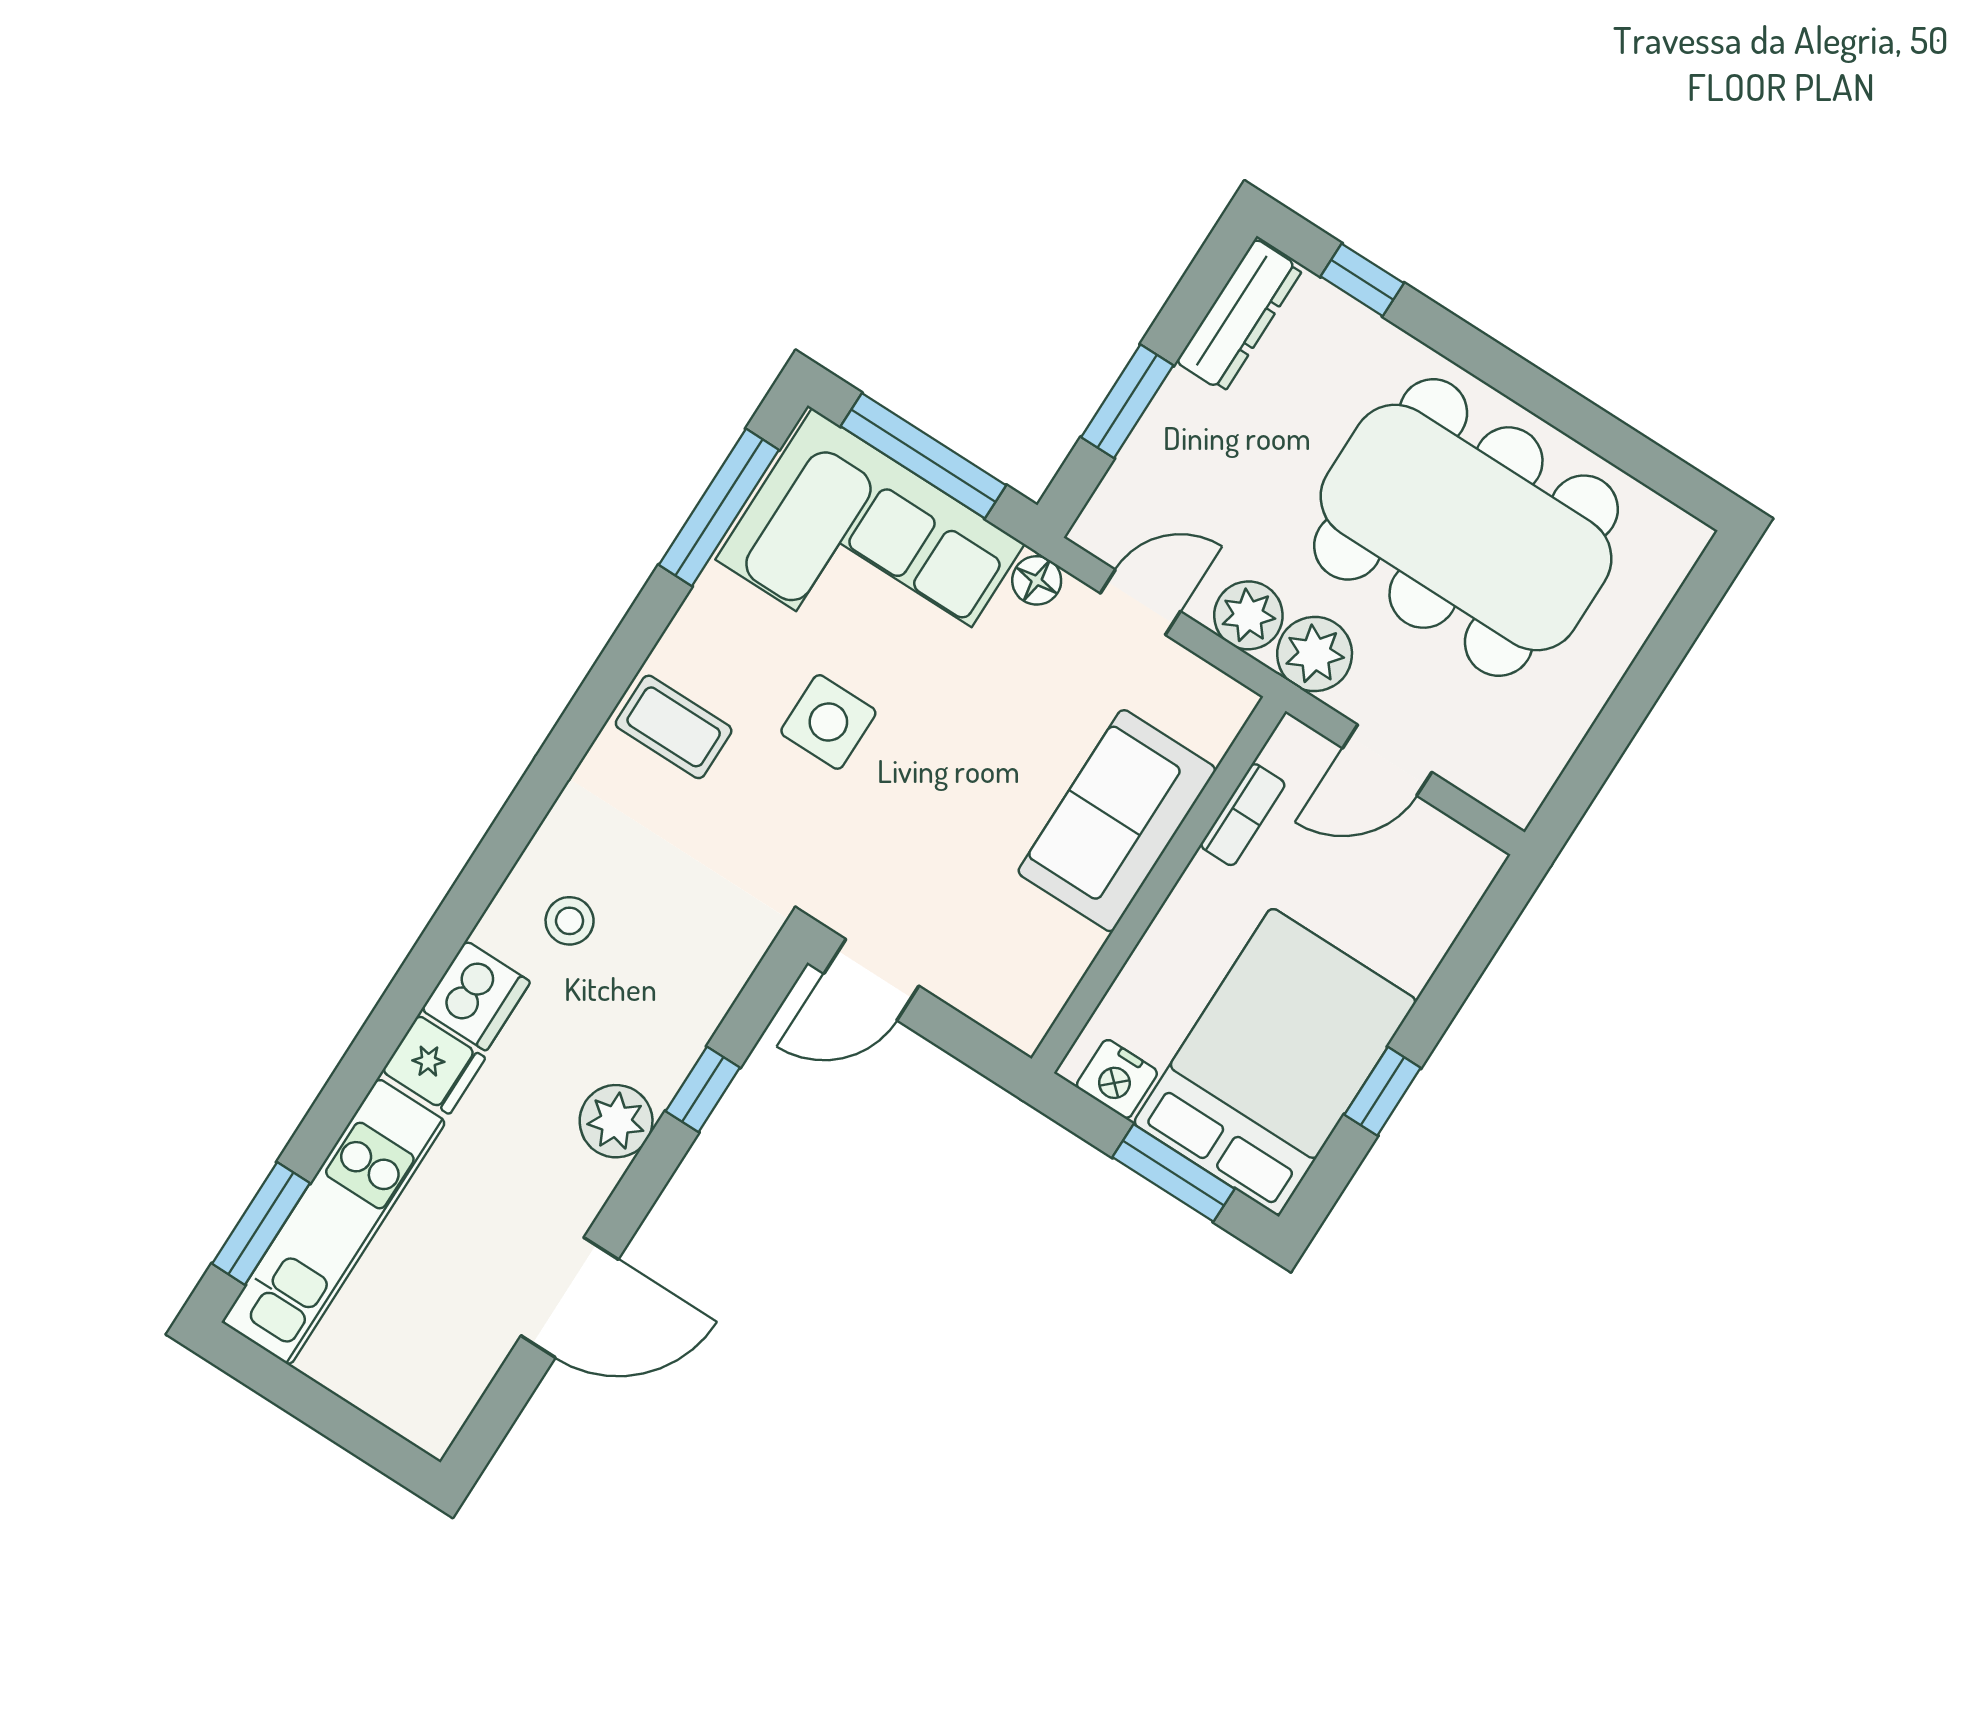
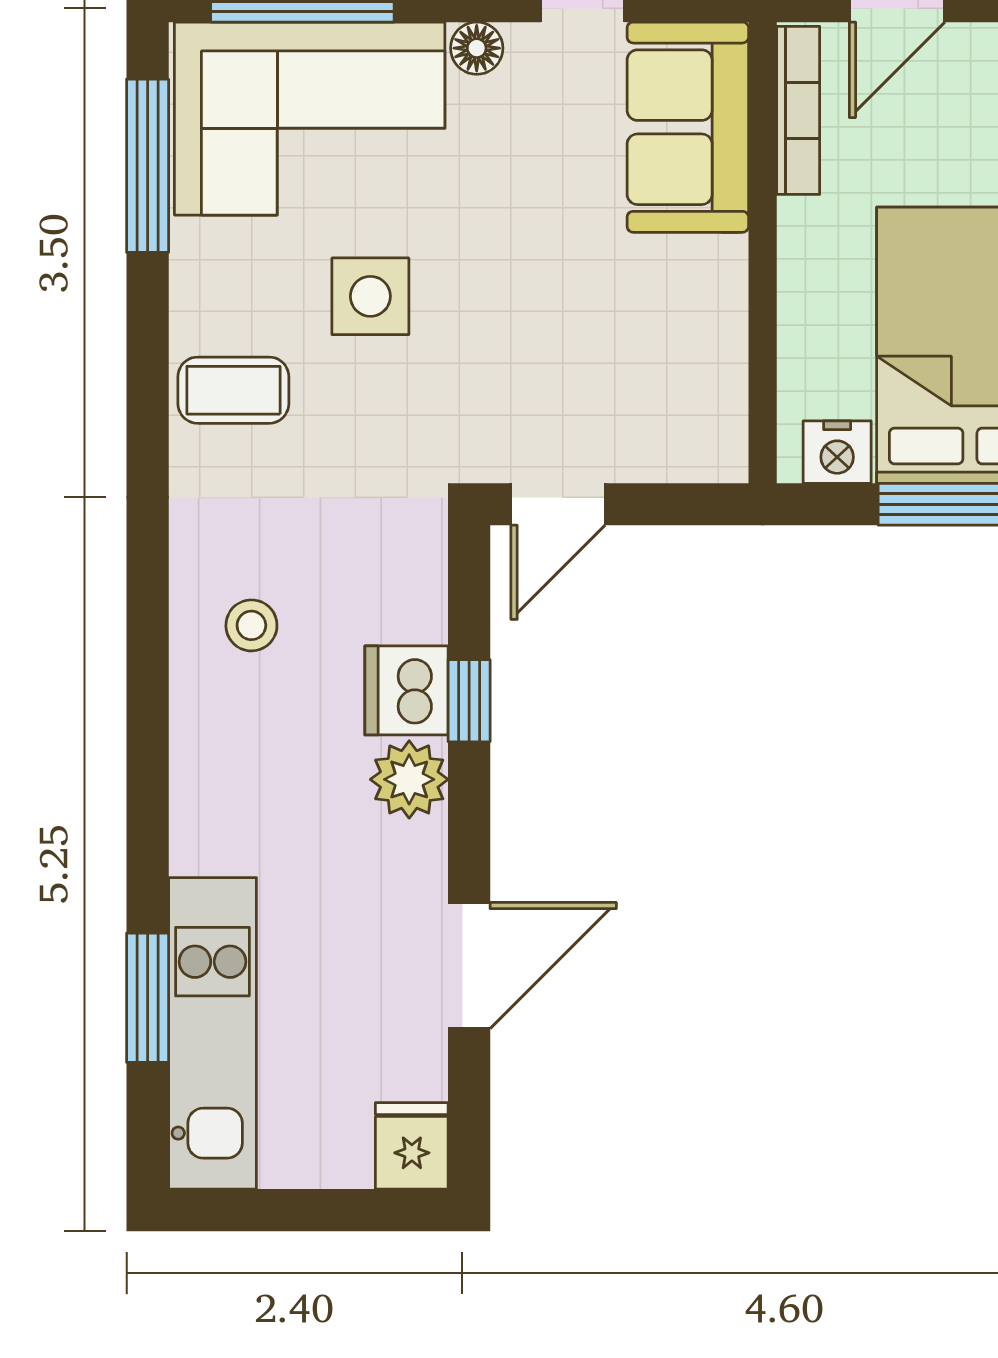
bookcase: (1243, 815) -> (798, 110), width x1.56
sofa: (1117, 821) -> (688, 127), moved
dishwasher: (476, 996) -> (406, 690), moved, turned 180
fridge: (434, 1065) -> (412, 1146), moved, turned -90
window: (261, 1223) -> (148, 998), moved

